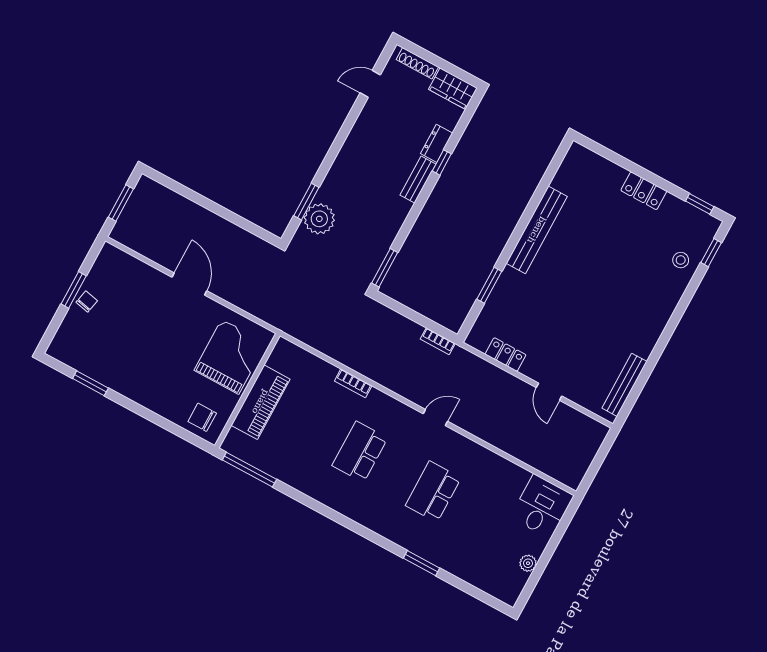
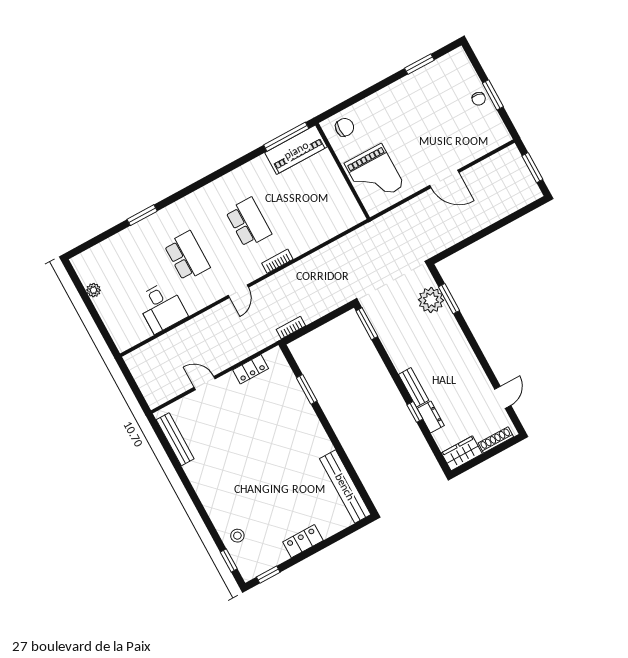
bench: (537, 230) -> (345, 487), moved
bookcase: (353, 383) -> (277, 261), moved
piano: (261, 402) -> (296, 150), moved, turned -90
desk: (542, 506) -> (162, 307), moved

